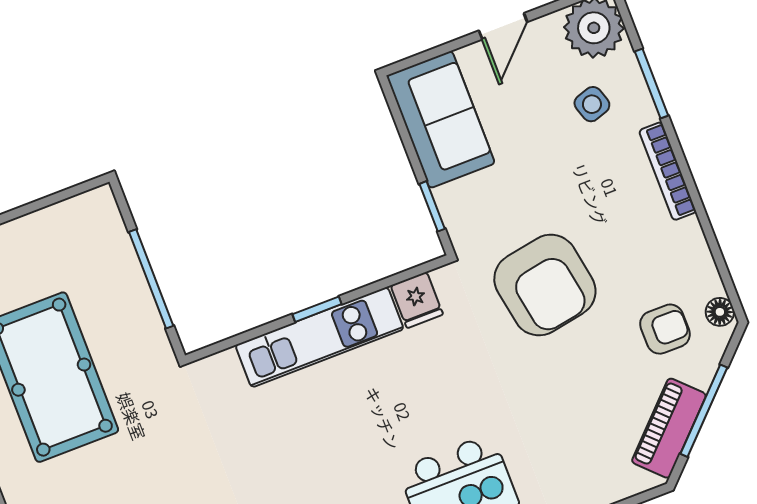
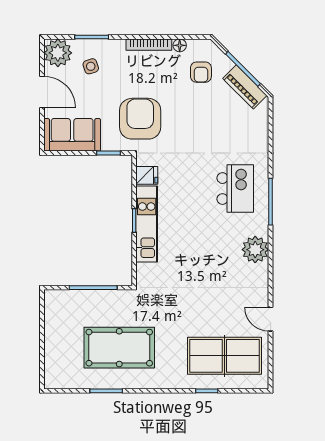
door: (503, 26) -> (42, 92), width x1.38
bookcase: (668, 171) -> (149, 45), moved
armchair: (545, 285) -> (140, 119), moved, turned -80
floor lamp: (720, 312) -> (180, 45), moved
armchair: (665, 329) -> (201, 72), turned 180

